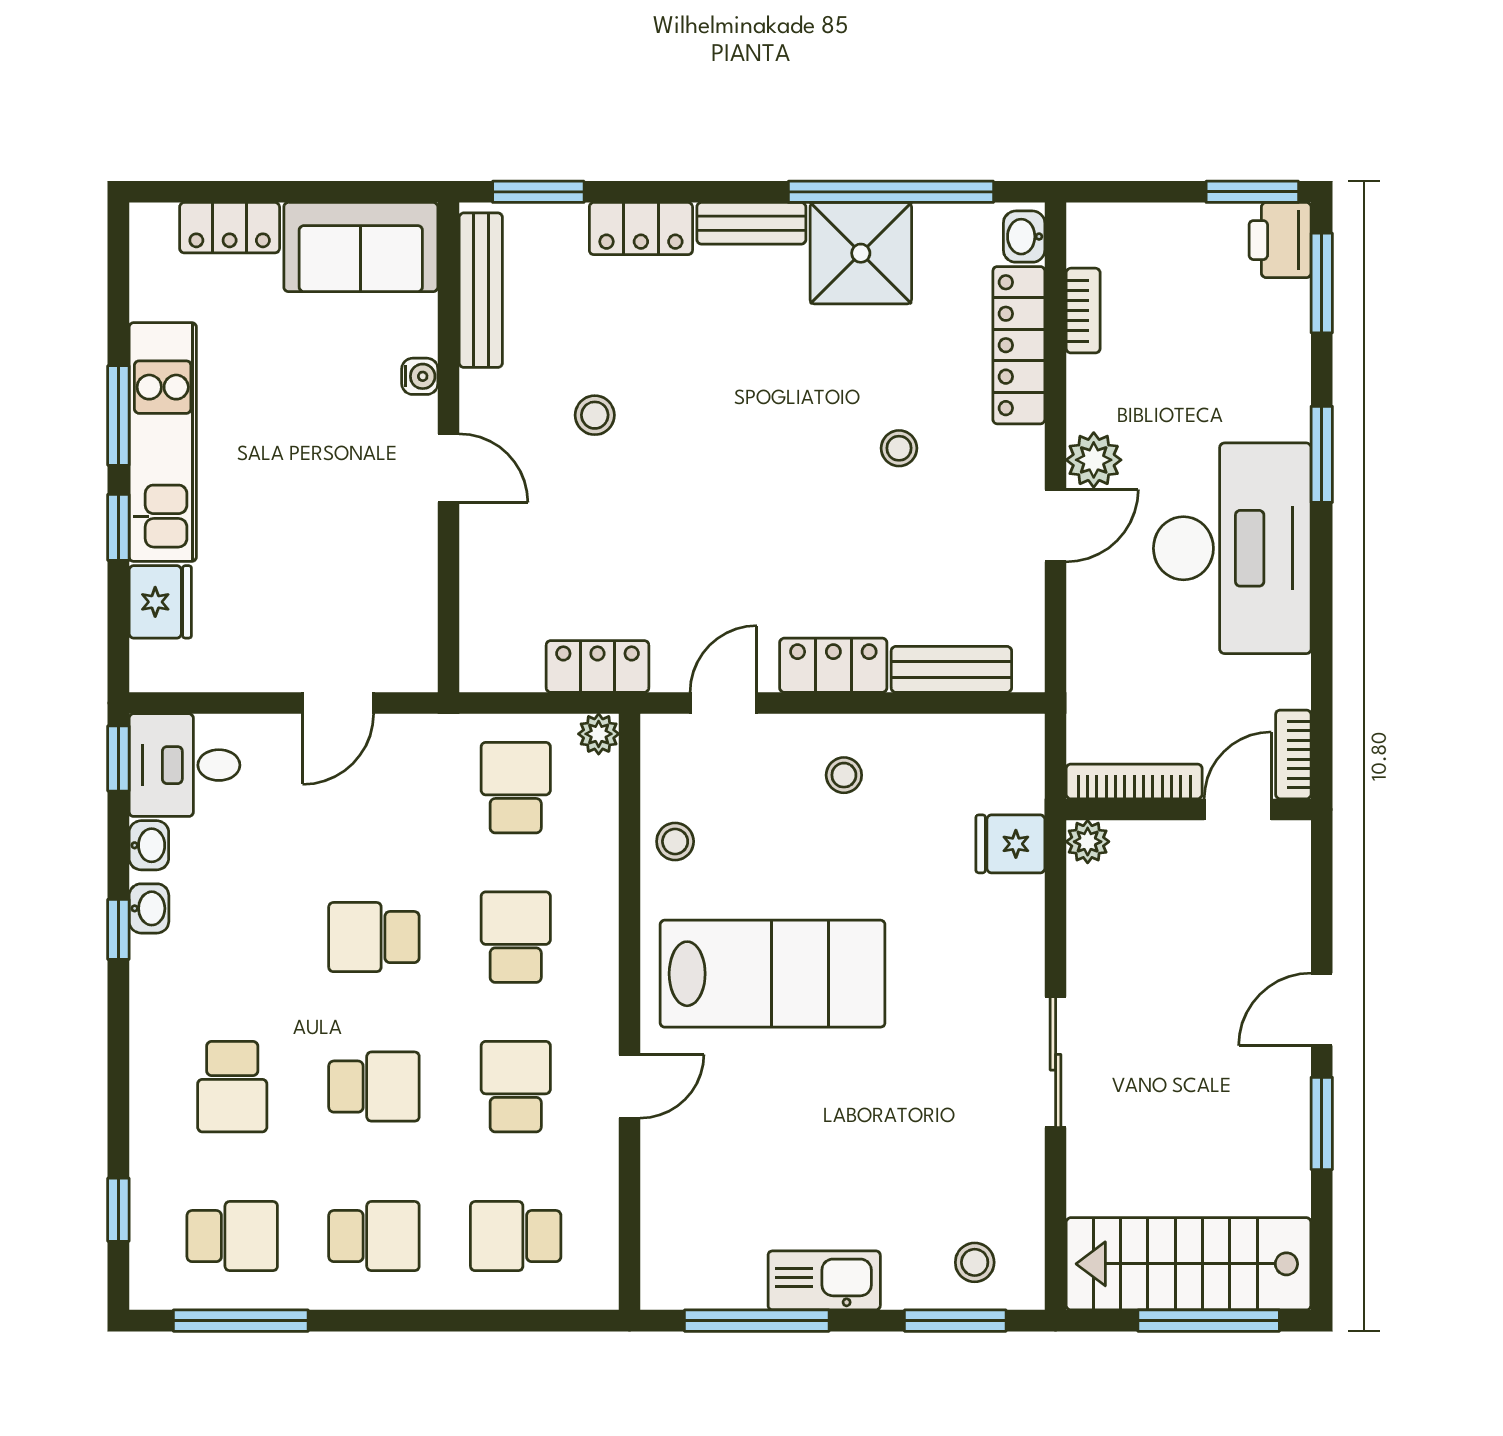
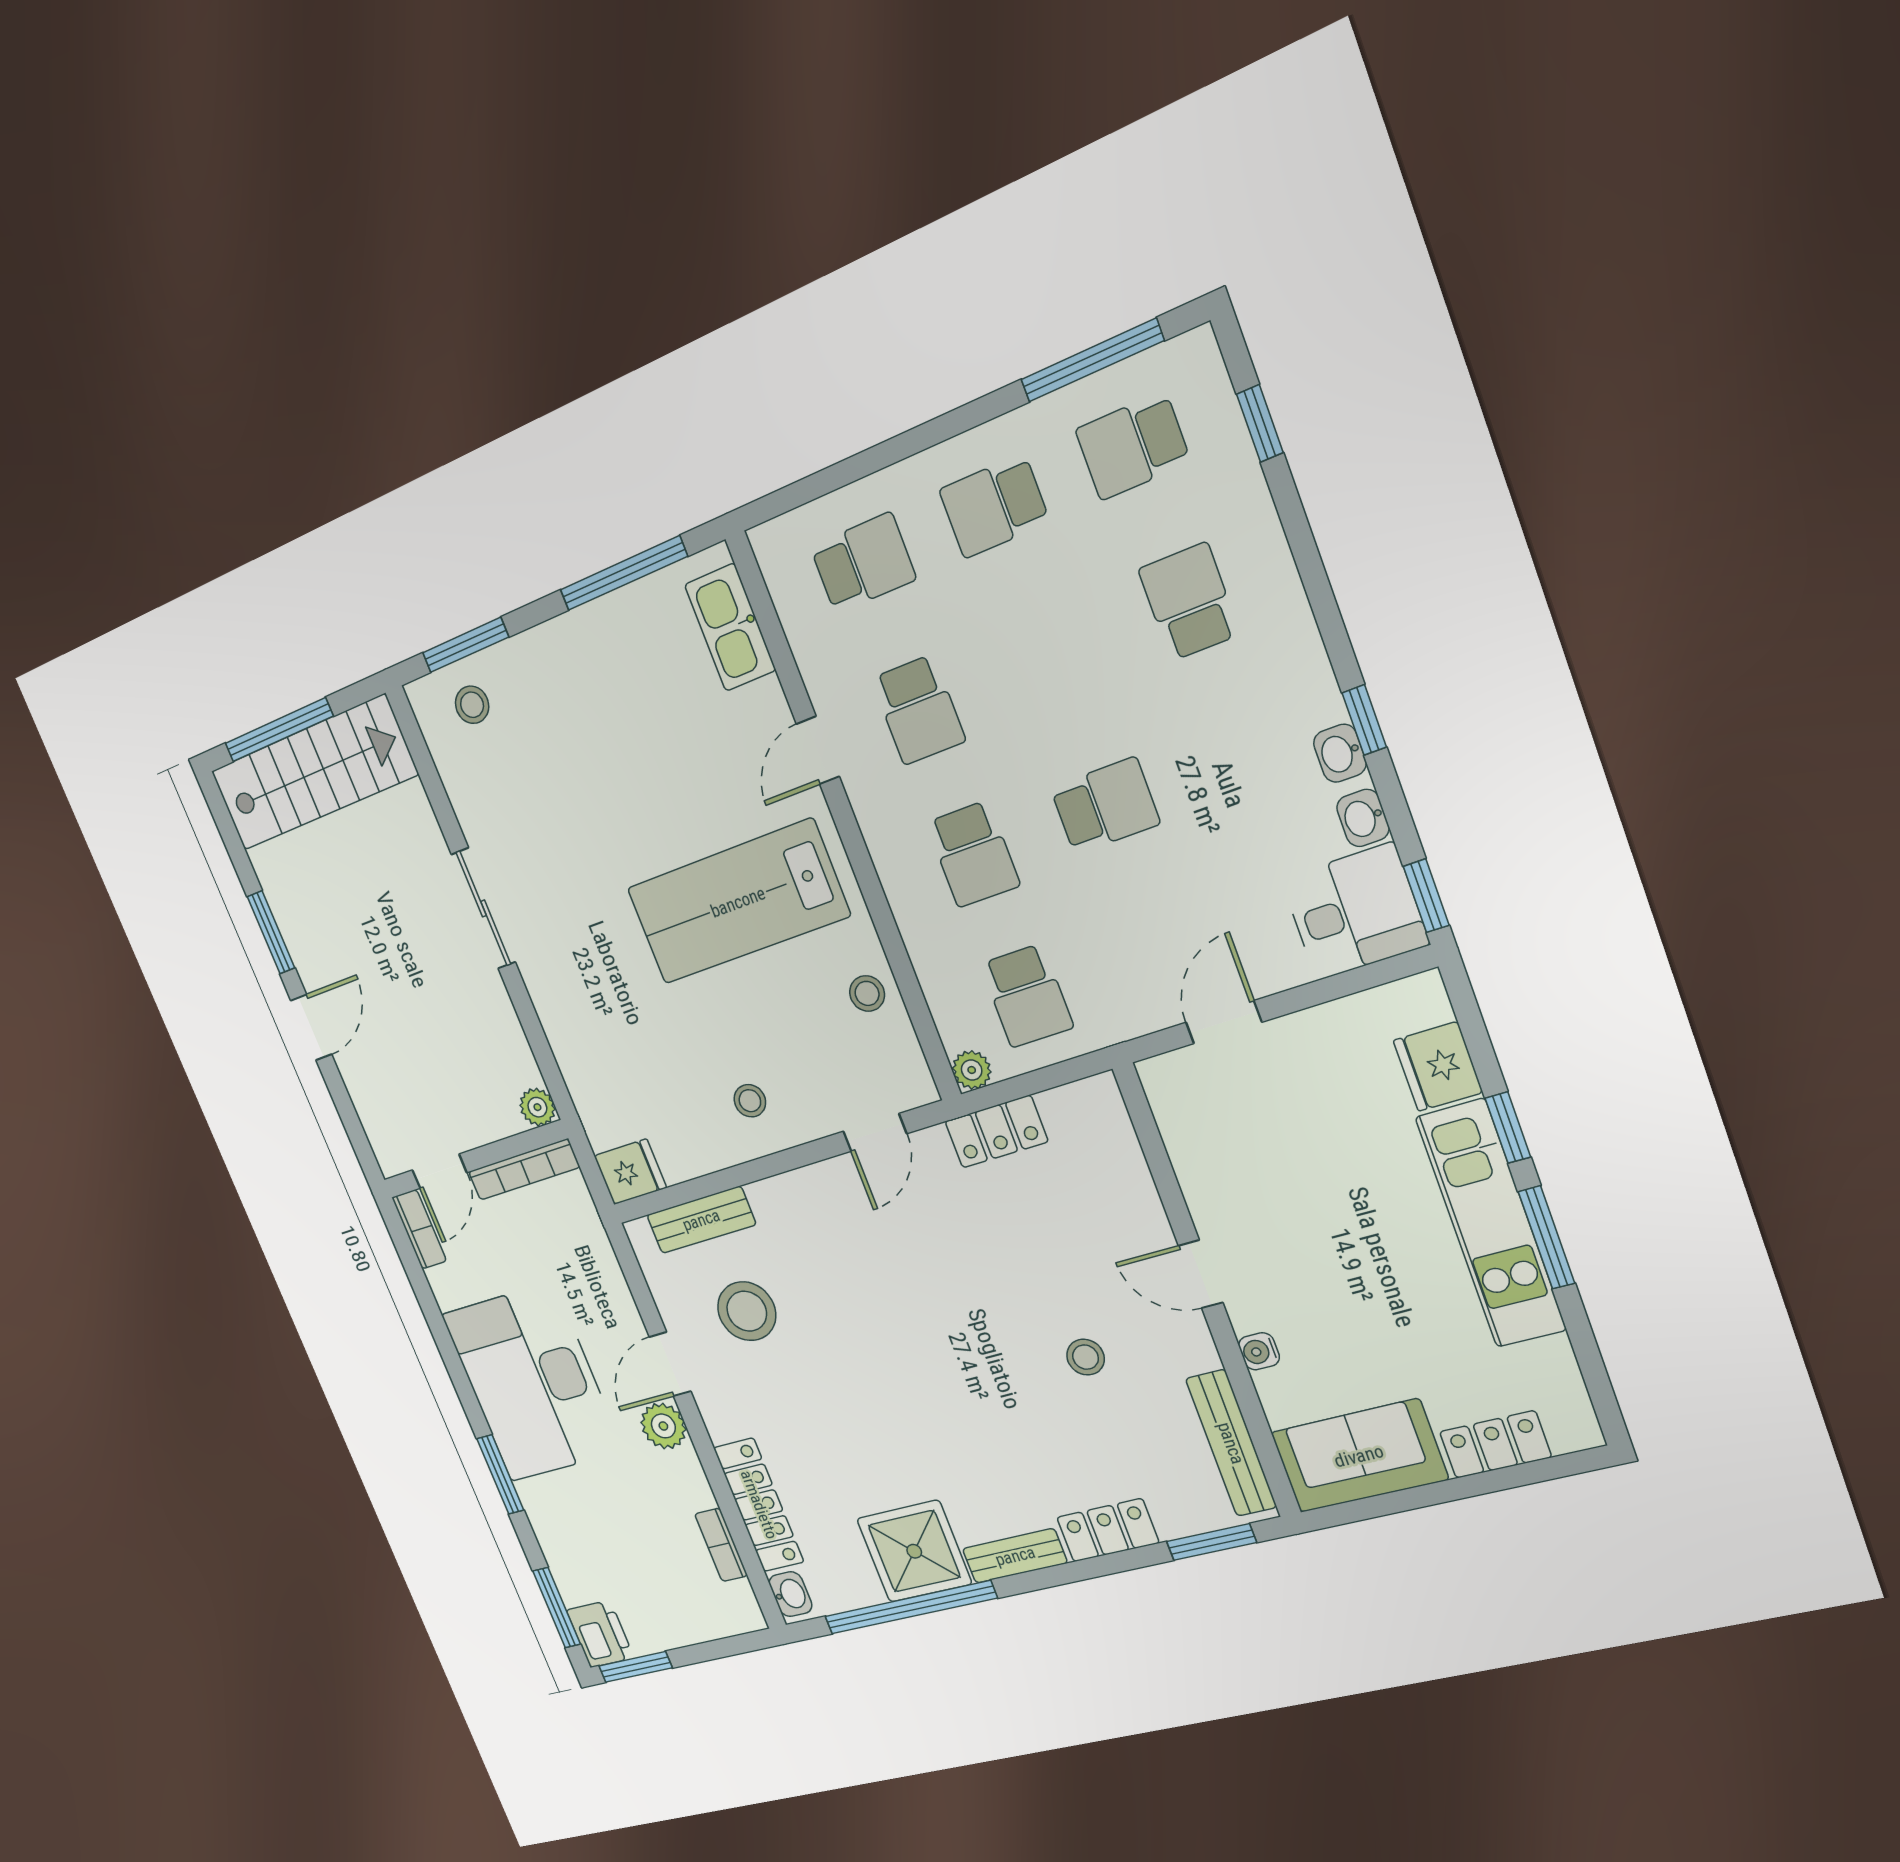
stool: (899, 448) -> (747, 1311), moved, width x1.89, depth x1.89
locker: (833, 665) -> (797, 1194), removed
fridge: (1010, 844) -> (630, 1172), moved
school desk: (374, 1087) -> (1050, 657), removed
kitchen sink: (824, 1280) -> (730, 627), moved, turned 90

